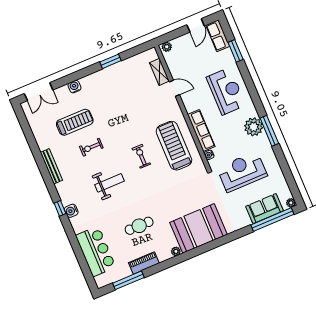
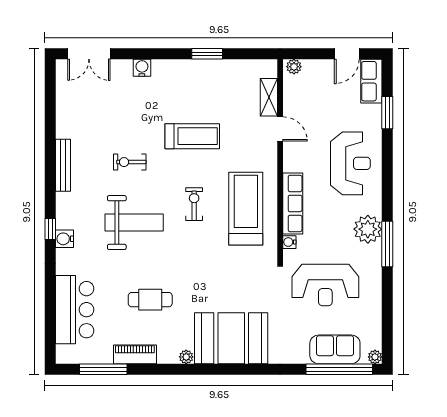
treadmill: (75, 122) -> (192, 136), moved
reception desk: (242, 172) -> (325, 285), turned 180
weight bench: (109, 183) -> (134, 223), width x1.36, depth x1.33

